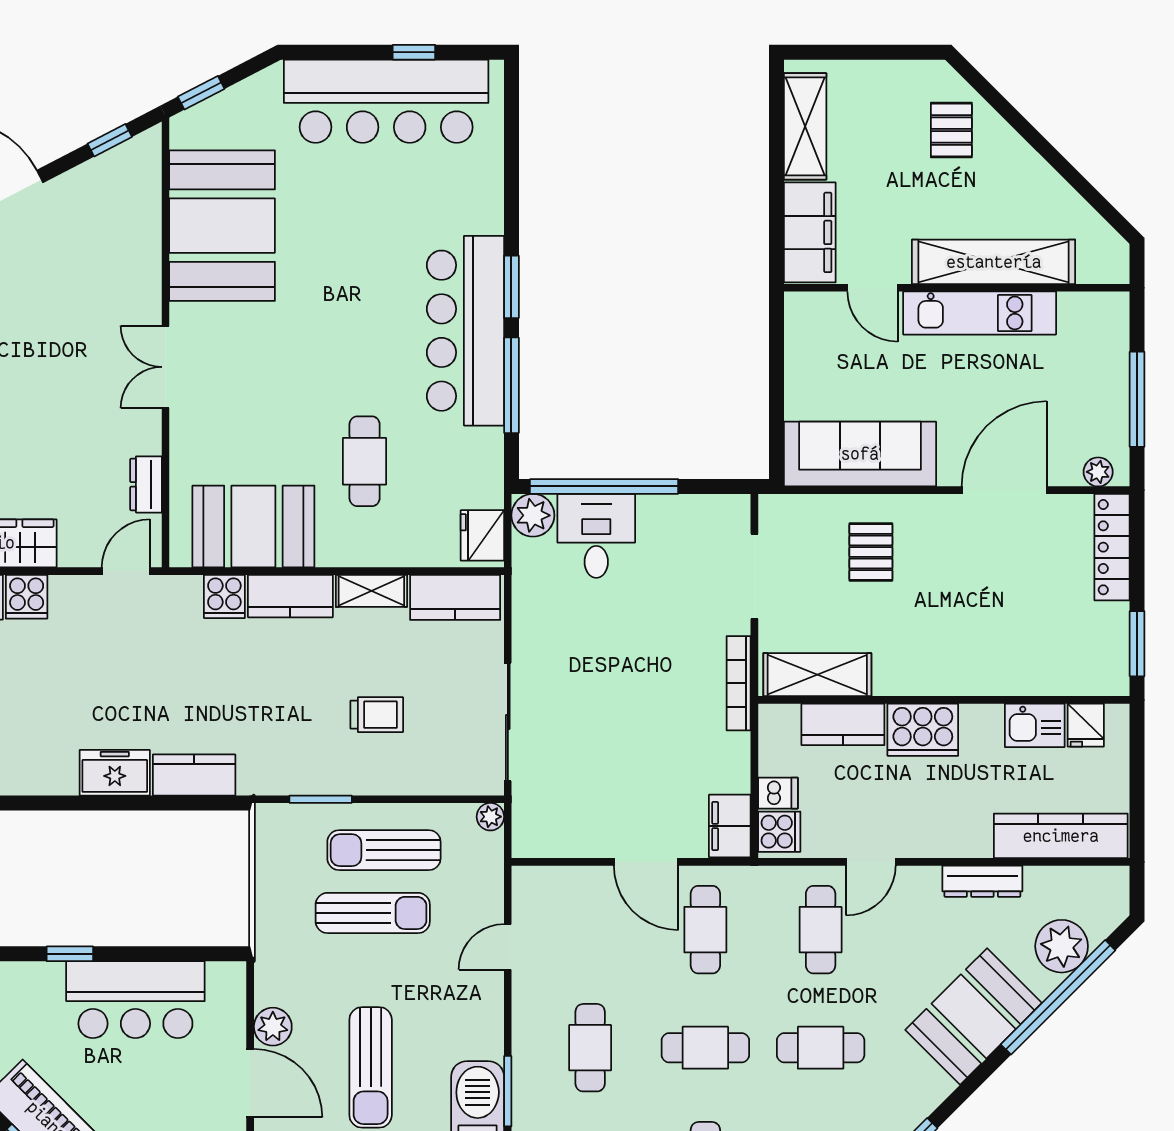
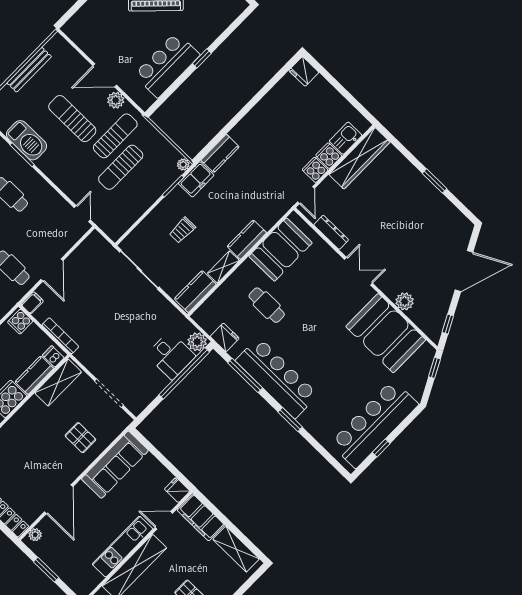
plant: (141, 245) -> (405, 301), added
window: (511, 287) -> (290, 420), moved
fridge: (803, 314) -> (177, 490), added
window: (1137, 399) -> (46, 570), width x0.69
dresser: (146, 484) -> (331, 232), width x1.44
fridge: (482, 535) -> (225, 337), moved
cooker: (224, 596) -> (315, 170), moved
bookcase: (739, 683) -> (60, 336), moved
freezer: (115, 773) -> (196, 179), moved
dishwasher: (778, 793) -> (53, 356), moved, turned 90
plant: (490, 817) -> (183, 165), moved
filing cabinet: (730, 826) -> (32, 303), width x0.50
sun lounger: (384, 850) -> (115, 136), moved
door: (646, 862) -> (52, 270), swing flipped
door: (508, 947) -> (82, 214), moved

